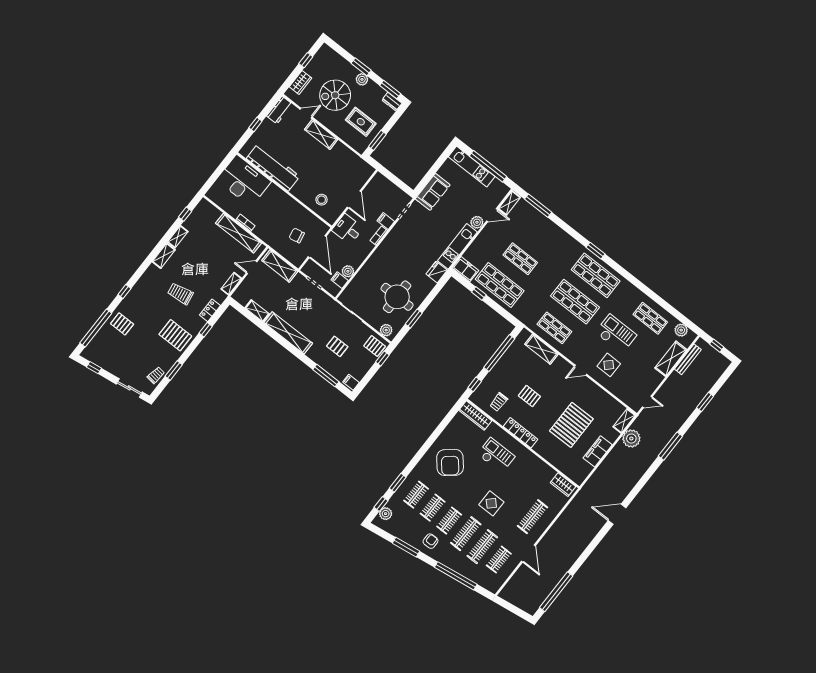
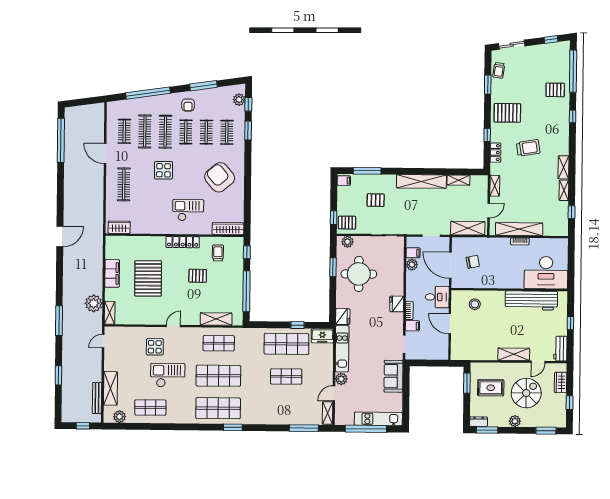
window: (361, 67) -> (546, 431), moved
fridge: (385, 249) -> (397, 304), added
checkout: (616, 334) -> (168, 375), turned 180
checkout: (496, 455) -> (188, 210), turned 180

